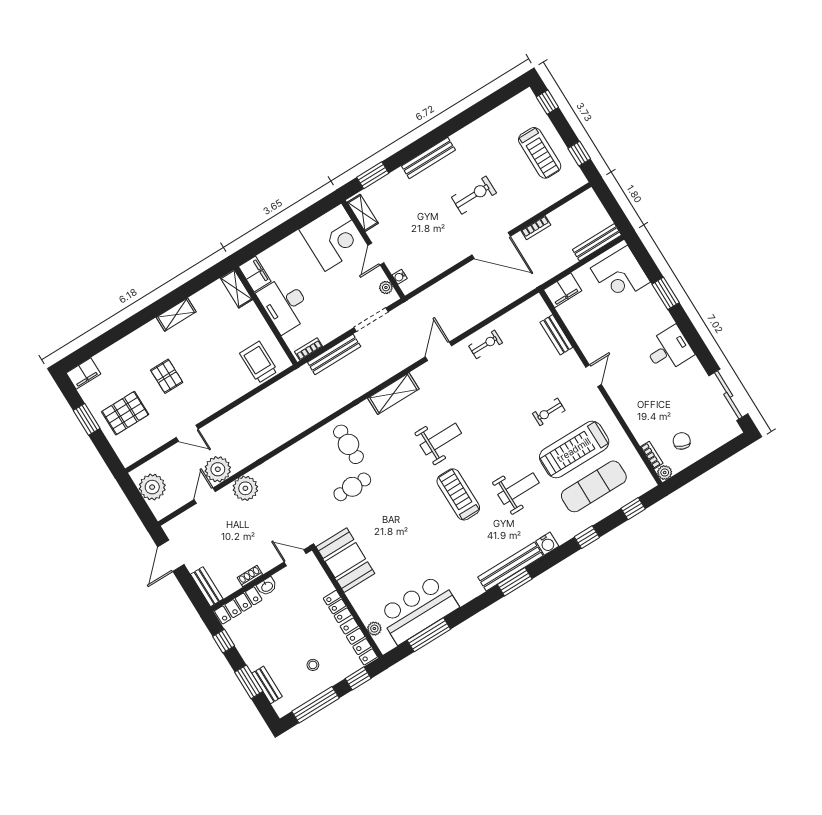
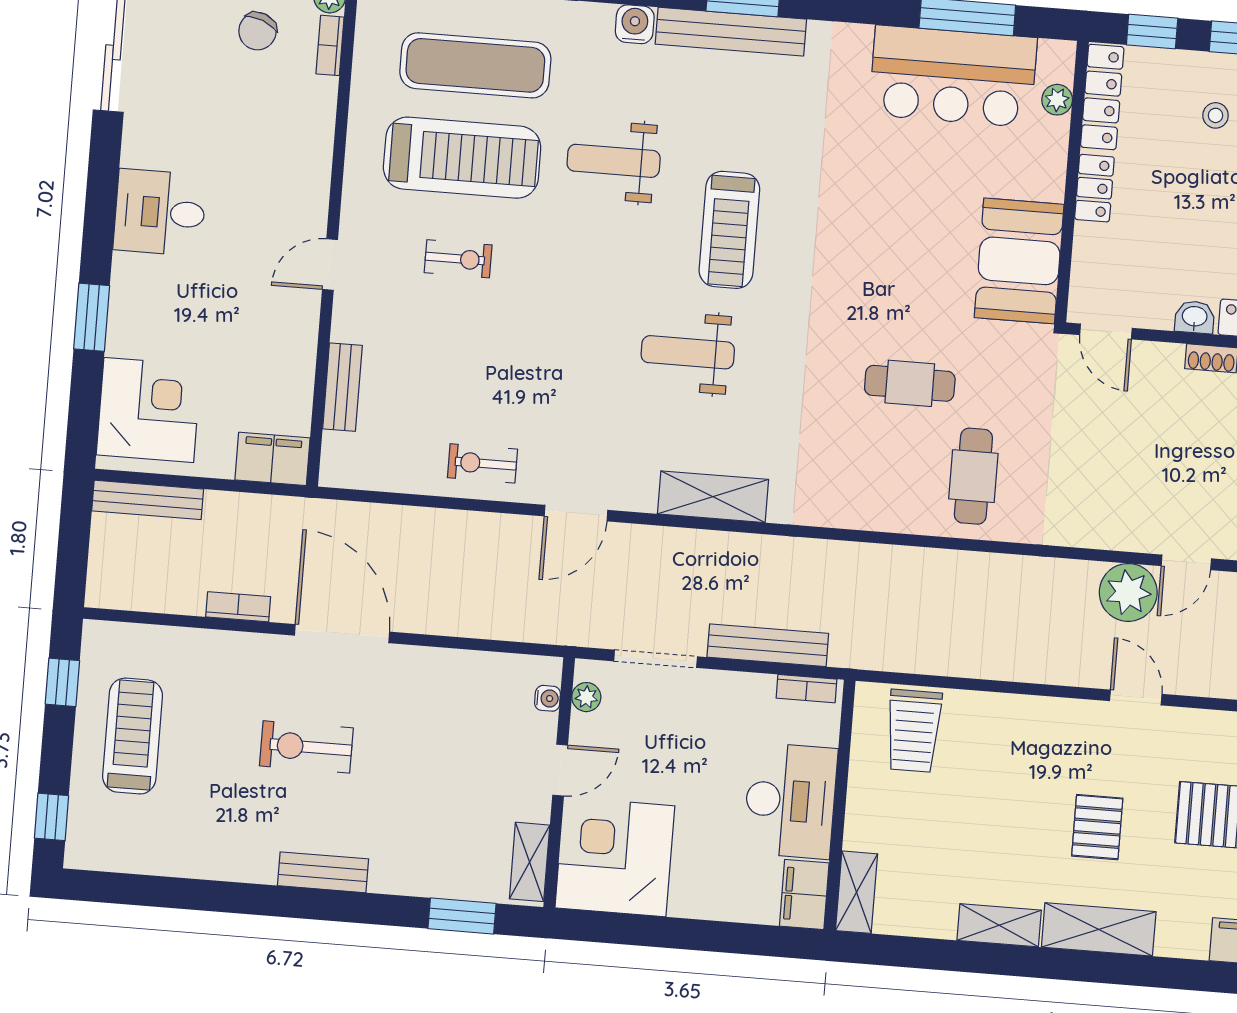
bench: (428, 158) -> (323, 872), width x0.73
shelving: (139, 340) -> (1099, 929), added
cafe table: (348, 444) -> (973, 476), moved
plant: (245, 488) -> (1104, 522), removed

